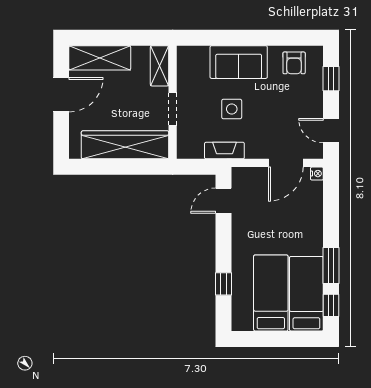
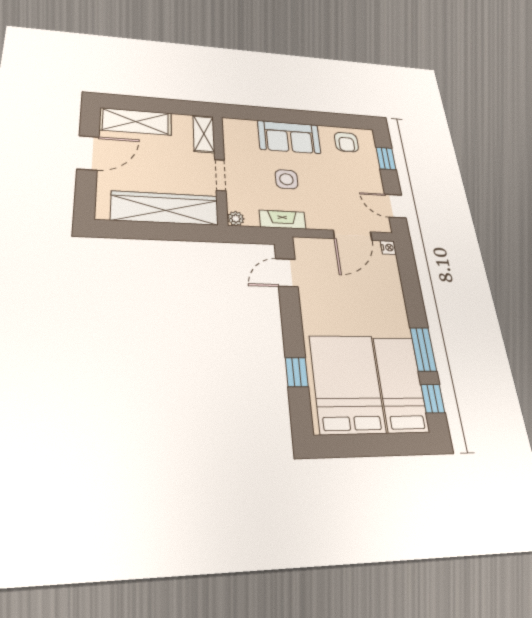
plant: (184, 152) -> (236, 219), added
bed: (271, 293) -> (347, 384), width x1.50

